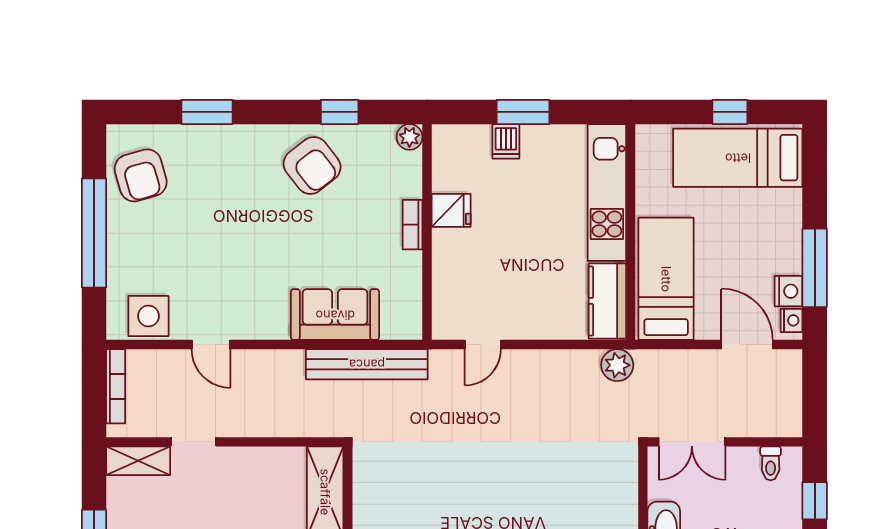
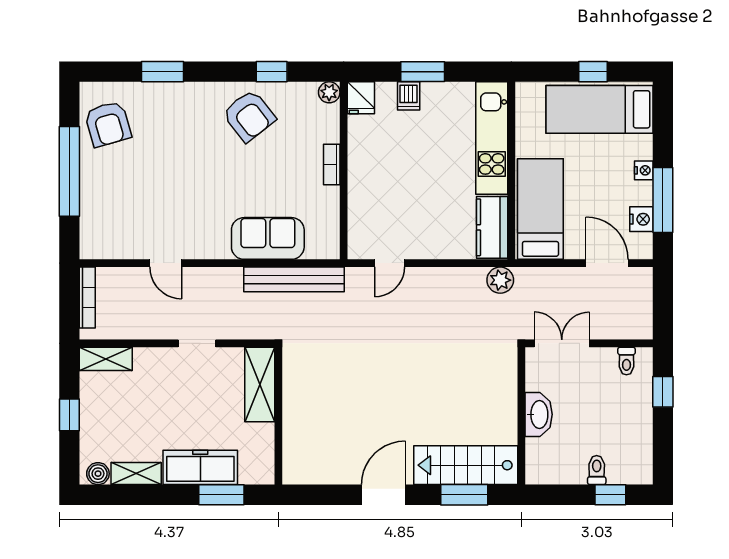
fridge: (451, 210) -> (361, 98), moved, turned 90
side table: (148, 316) -> (114, 240), removed
nightstand: (792, 320) -> (644, 170), moved
doorway: (193, 442) -> (197, 343), moved
double door: (692, 442) -> (562, 343), swing flipped

